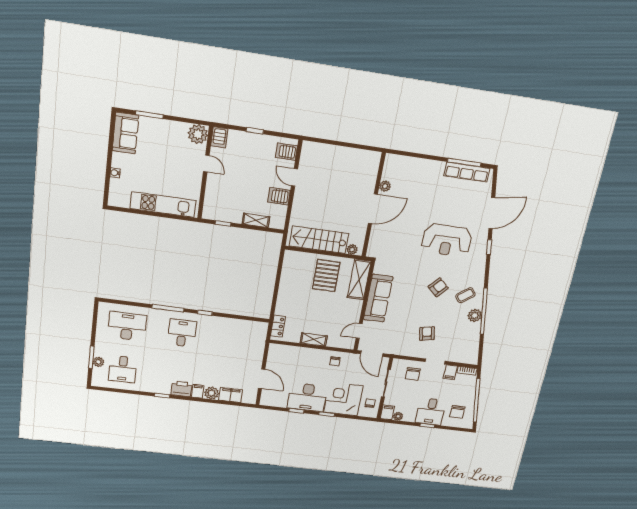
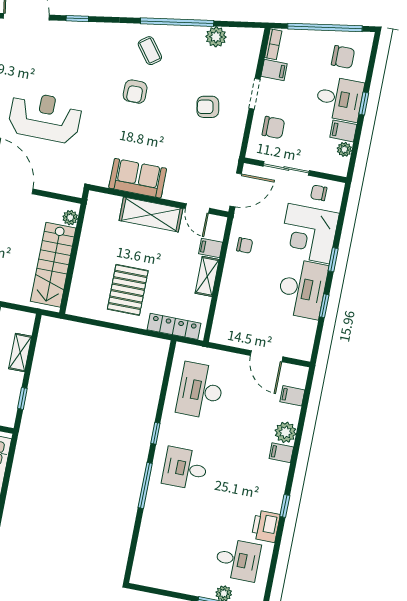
reception desk: (447, 240) -> (45, 117), moved, turned -90
pallet: (326, 276) -> (128, 290), moved, turned 90
shelving: (359, 279) -> (151, 215), moved
armchair: (438, 287) -> (135, 92), turned -132
sofa: (378, 298) -> (138, 178), width x0.73
plant: (475, 315) -> (216, 37), moved
desk: (127, 326) -> (200, 391), moved
locker: (278, 326) -> (174, 326), width x1.53
filing cabinet: (333, 340) -> (211, 248), added
door: (262, 379) -> (267, 356), swing flipped
printer: (182, 389) -> (266, 526), moved
filing cabinet: (231, 395) -> (292, 396), width x0.50
filing cabinet: (387, 412) -> (343, 131), moved

